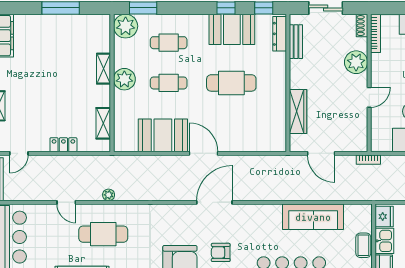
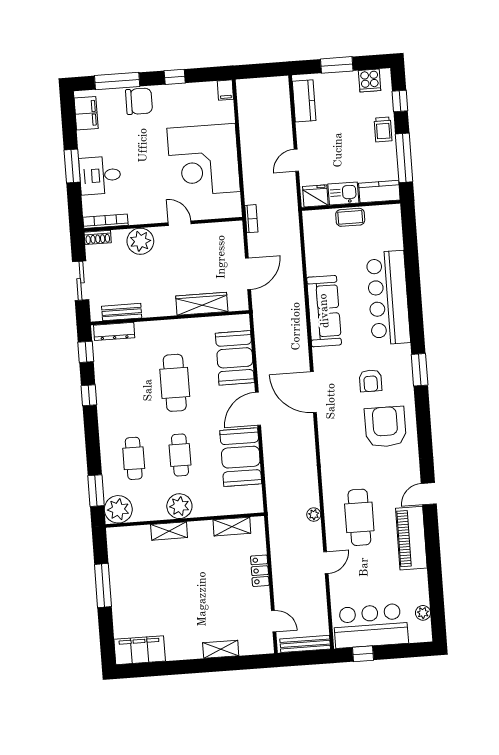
booth: (232, 29) -> (235, 358), moved
sofa: (313, 217) -> (324, 311), moved

